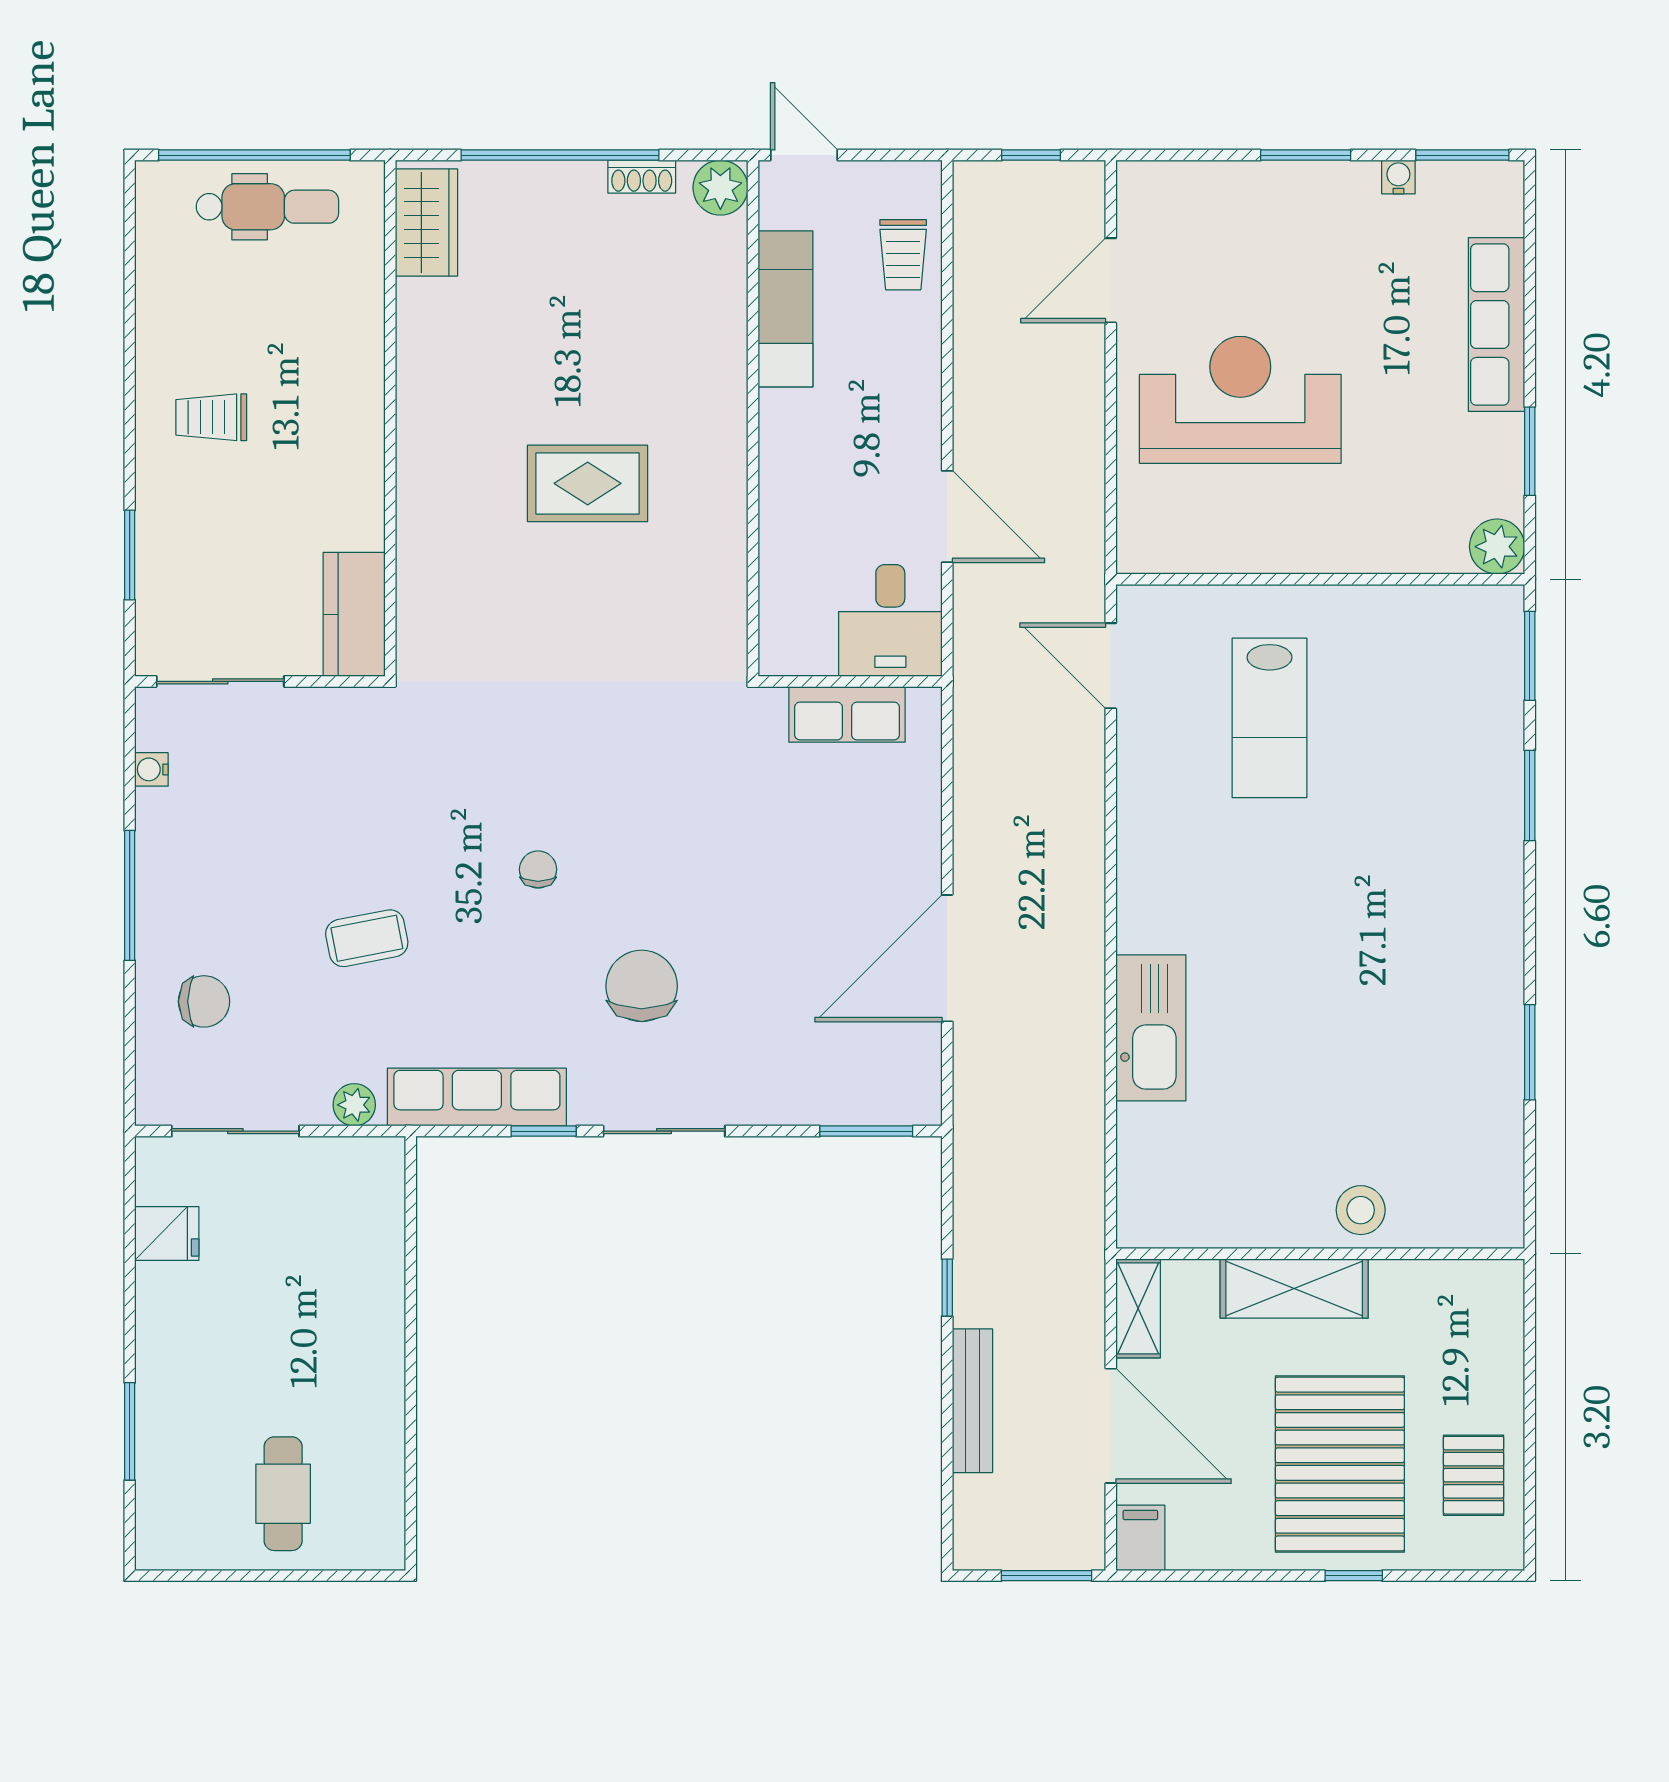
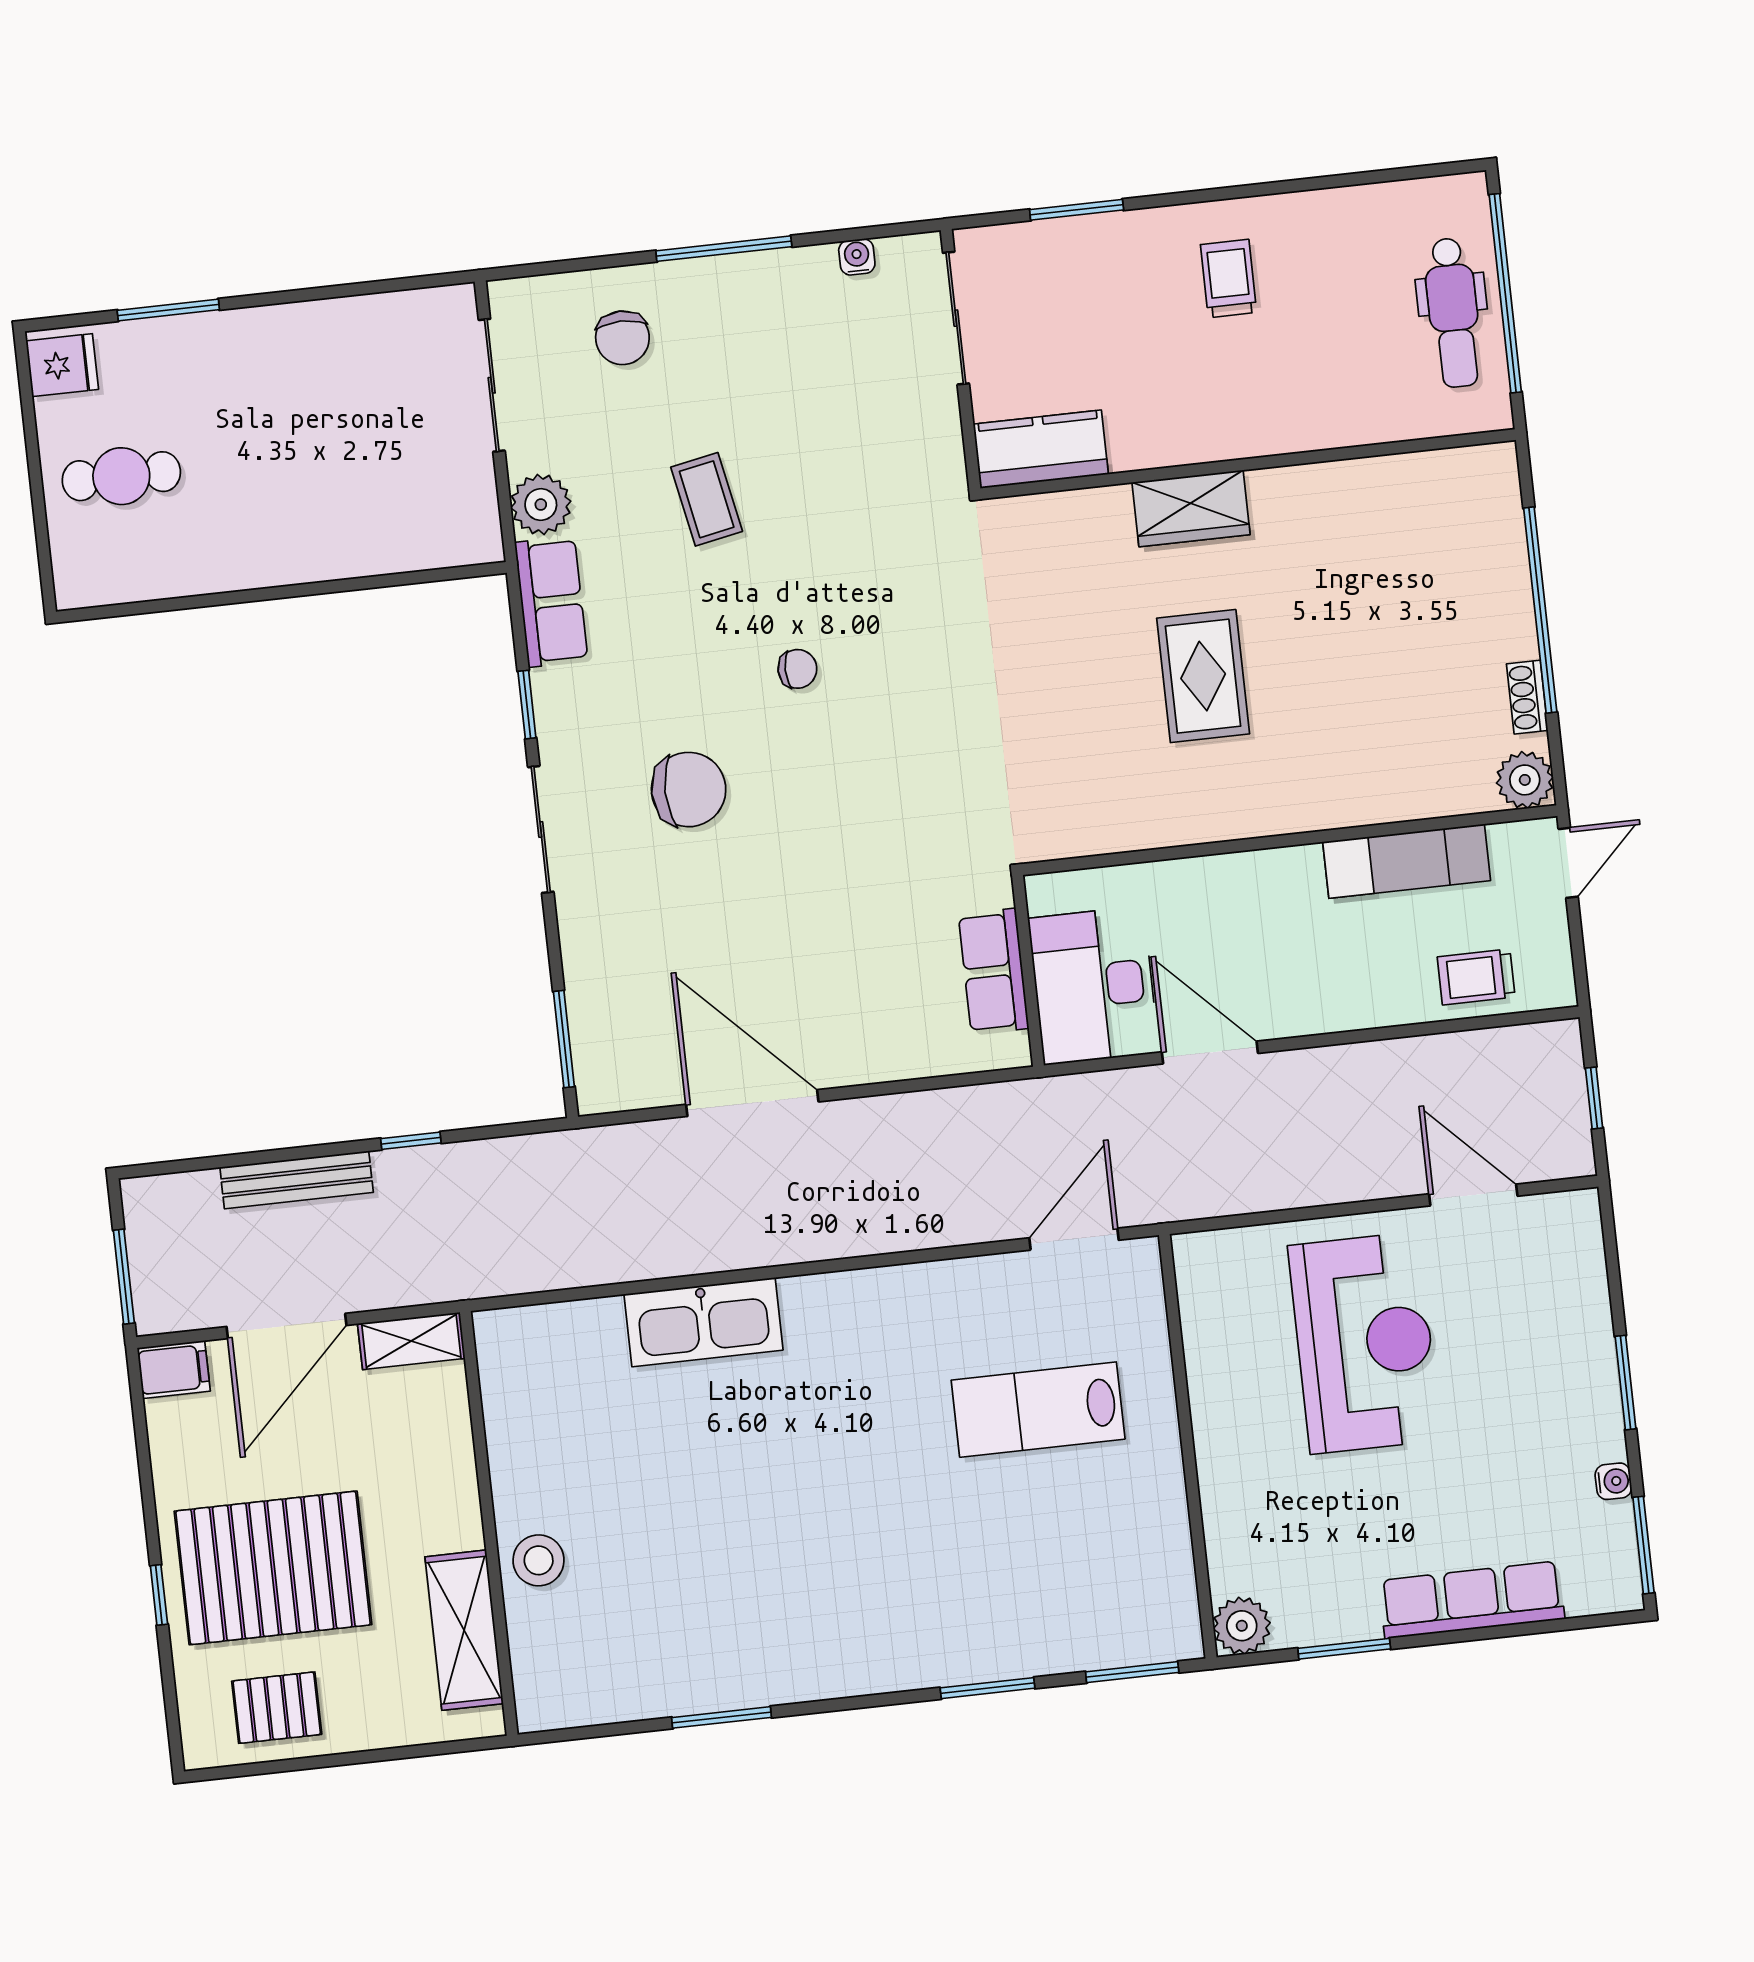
wardrobe: (426, 223) -> (1191, 508), moved
door: (947, 517) -> (1210, 1053), swing flipped
desk: (890, 620) -> (1094, 985), width x1.37
row of seats: (477, 1097) -> (551, 602), width x0.68
plant: (354, 1105) -> (541, 505), width x1.38, depth x1.38
fridge: (167, 1233) -> (62, 365), moved, turned -90
shelving: (1294, 1288) -> (464, 1630), moved

